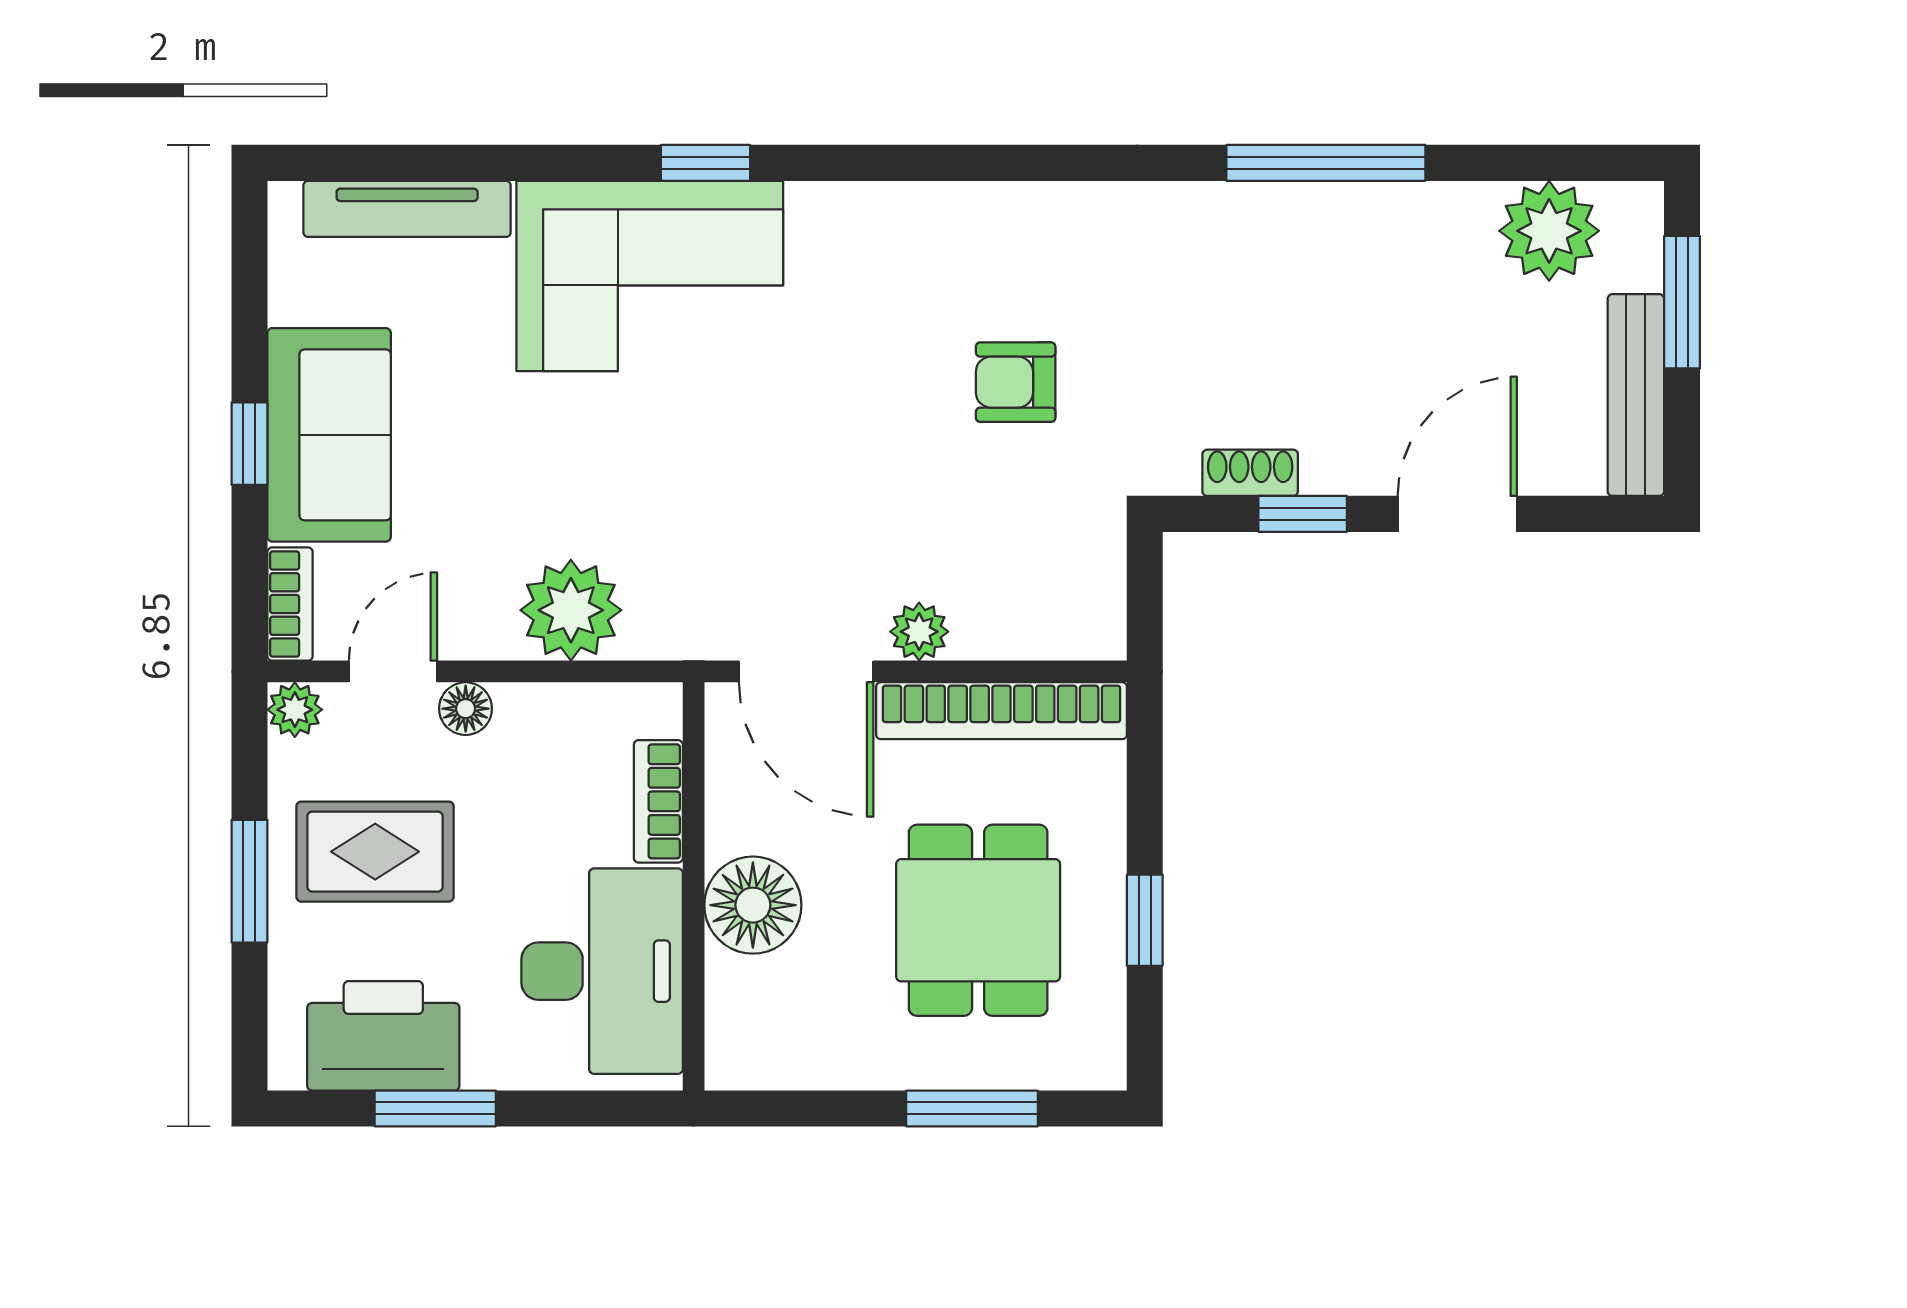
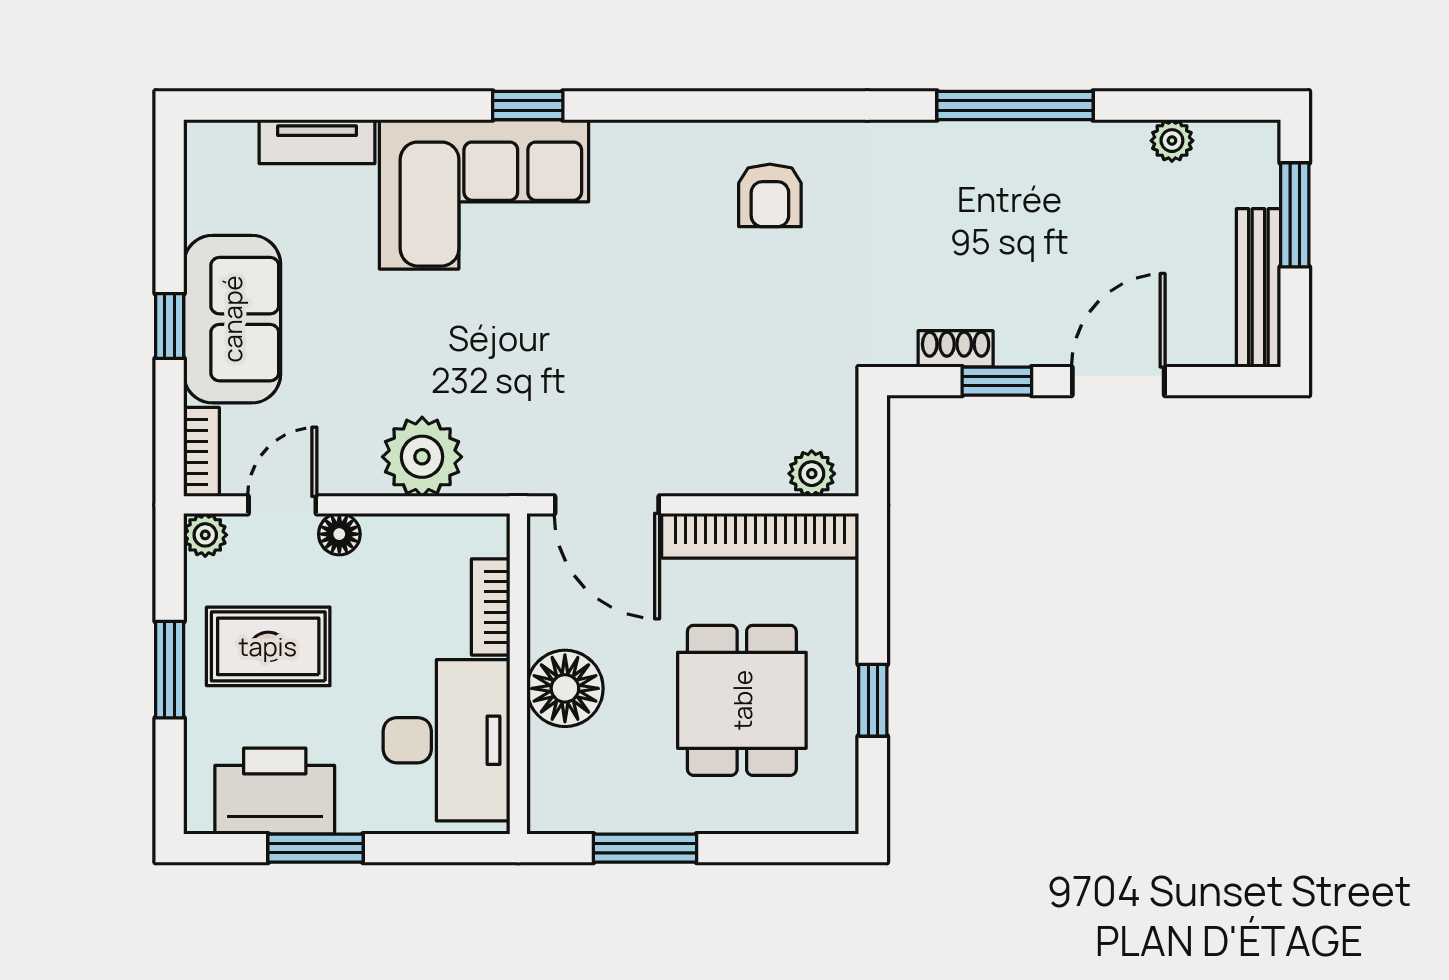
tv unit: (407, 209) -> (317, 142), width x0.71
plant: (1549, 231) -> (1172, 141), width x0.53, depth x0.53
armchair: (1016, 382) -> (770, 195), moved, turned -90
plant: (919, 632) -> (812, 474), moved
window: (972, 1108) -> (645, 848), moved

